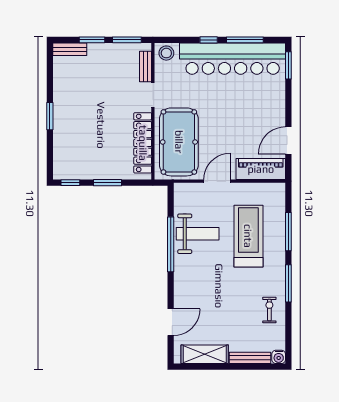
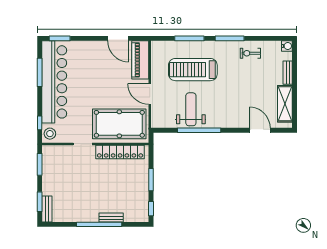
window: (92, 40) -> (40, 202), moved
window: (209, 40) -> (40, 123), moved
bench: (146, 67) -> (111, 218), moved
window: (50, 116) -> (99, 224), width x2.11
bench: (250, 358) -> (288, 73), width x0.73

